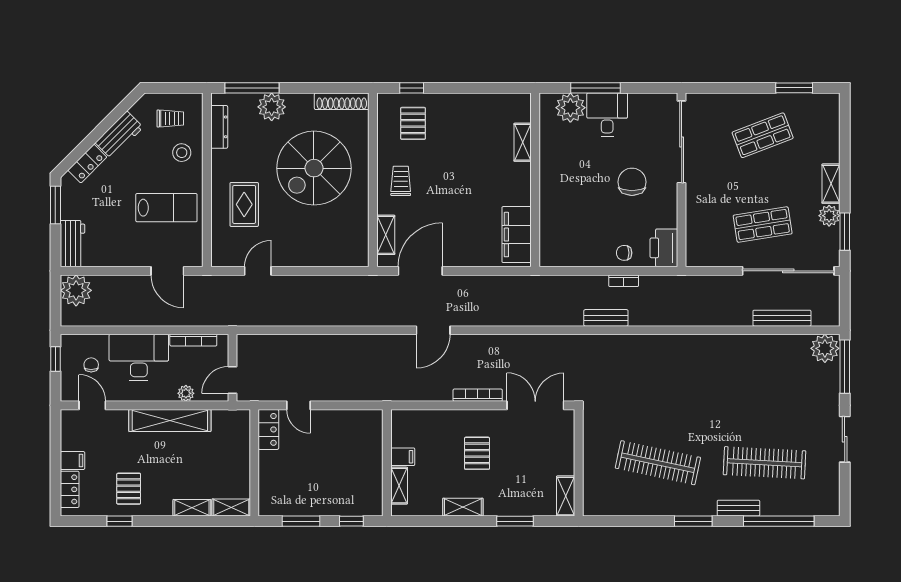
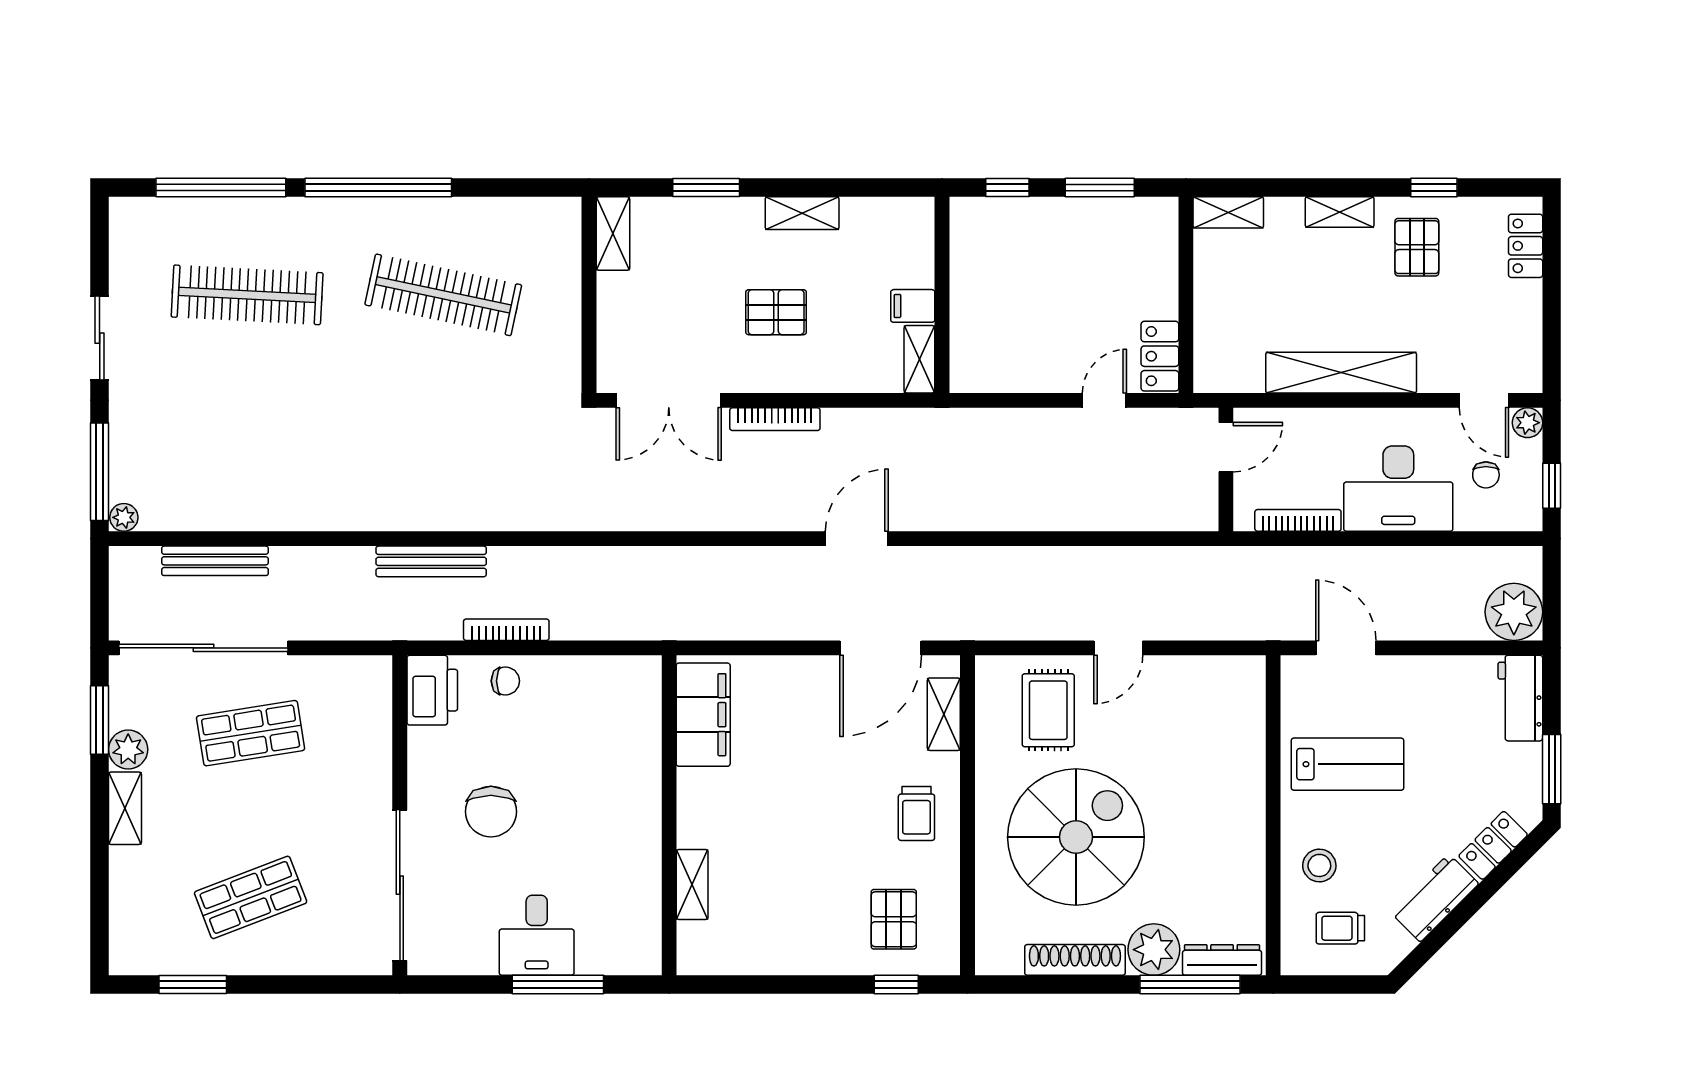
shoe rack: (342, 101) -> (1075, 960), moved
plant: (570, 108) -> (604, 948), removed
dresser: (219, 127) -> (1222, 960), moved, turned 90
rug: (244, 204) -> (1048, 710), moved
lab bench: (166, 208) -> (1347, 764), turned 180
door: (258, 271) -> (1118, 648), moved
bookcase: (624, 281) -> (506, 630), width x1.56
bench: (606, 318) -> (431, 561), moved, width x1.36
plant: (825, 348) -> (124, 517), width x0.53, depth x0.53
plant: (186, 393) -> (1527, 423), moved
door: (298, 405) -> (1104, 400), hinge flipped
pallet: (477, 453) -> (776, 312), turned 90
filing cabinet: (73, 461) -> (1520, 299), removed
shelving: (399, 486) -> (919, 359), moved
shelving: (192, 508) -> (1340, 212), moved
bench: (738, 508) -> (295, 211), removed
window: (693, 521) -> (378, 187), width x2.11

